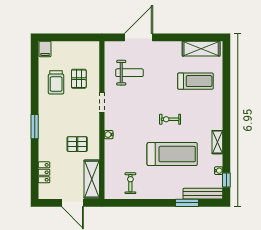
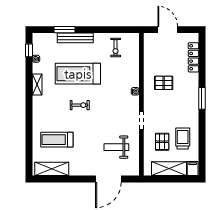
locker: (44, 172) -> (193, 57), width x1.53
shelving: (92, 179) -> (169, 169), moved, turned 90
bench: (203, 194) -> (75, 38), moved

